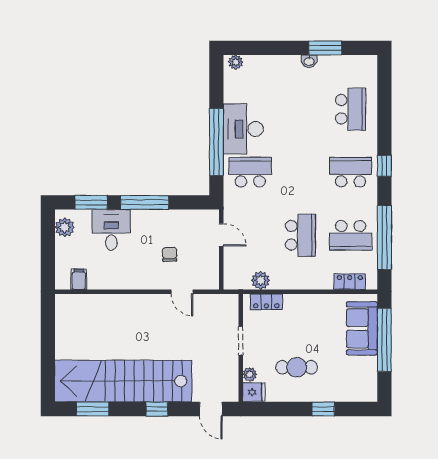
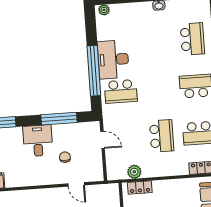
school desk: (250, 172) -> (121, 91), turned 180
window: (145, 202) -> (59, 119), moved
desk: (111, 230) -> (38, 141), moved

